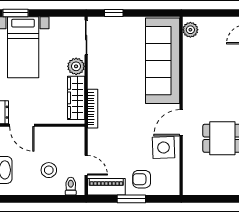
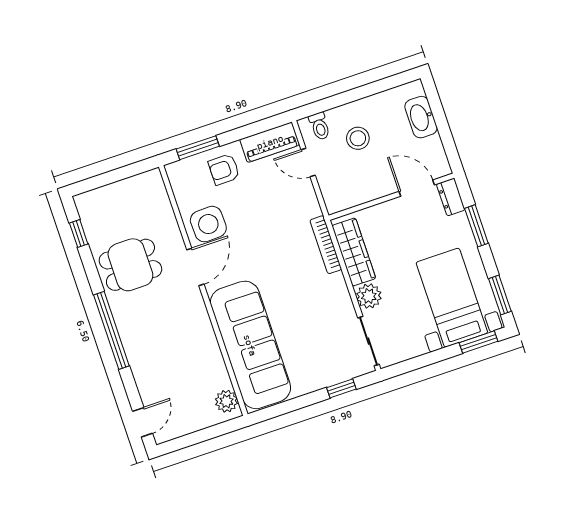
armchair: (142, 179) -> (224, 169), turned 180
window: (131, 199) -> (198, 148), moved

